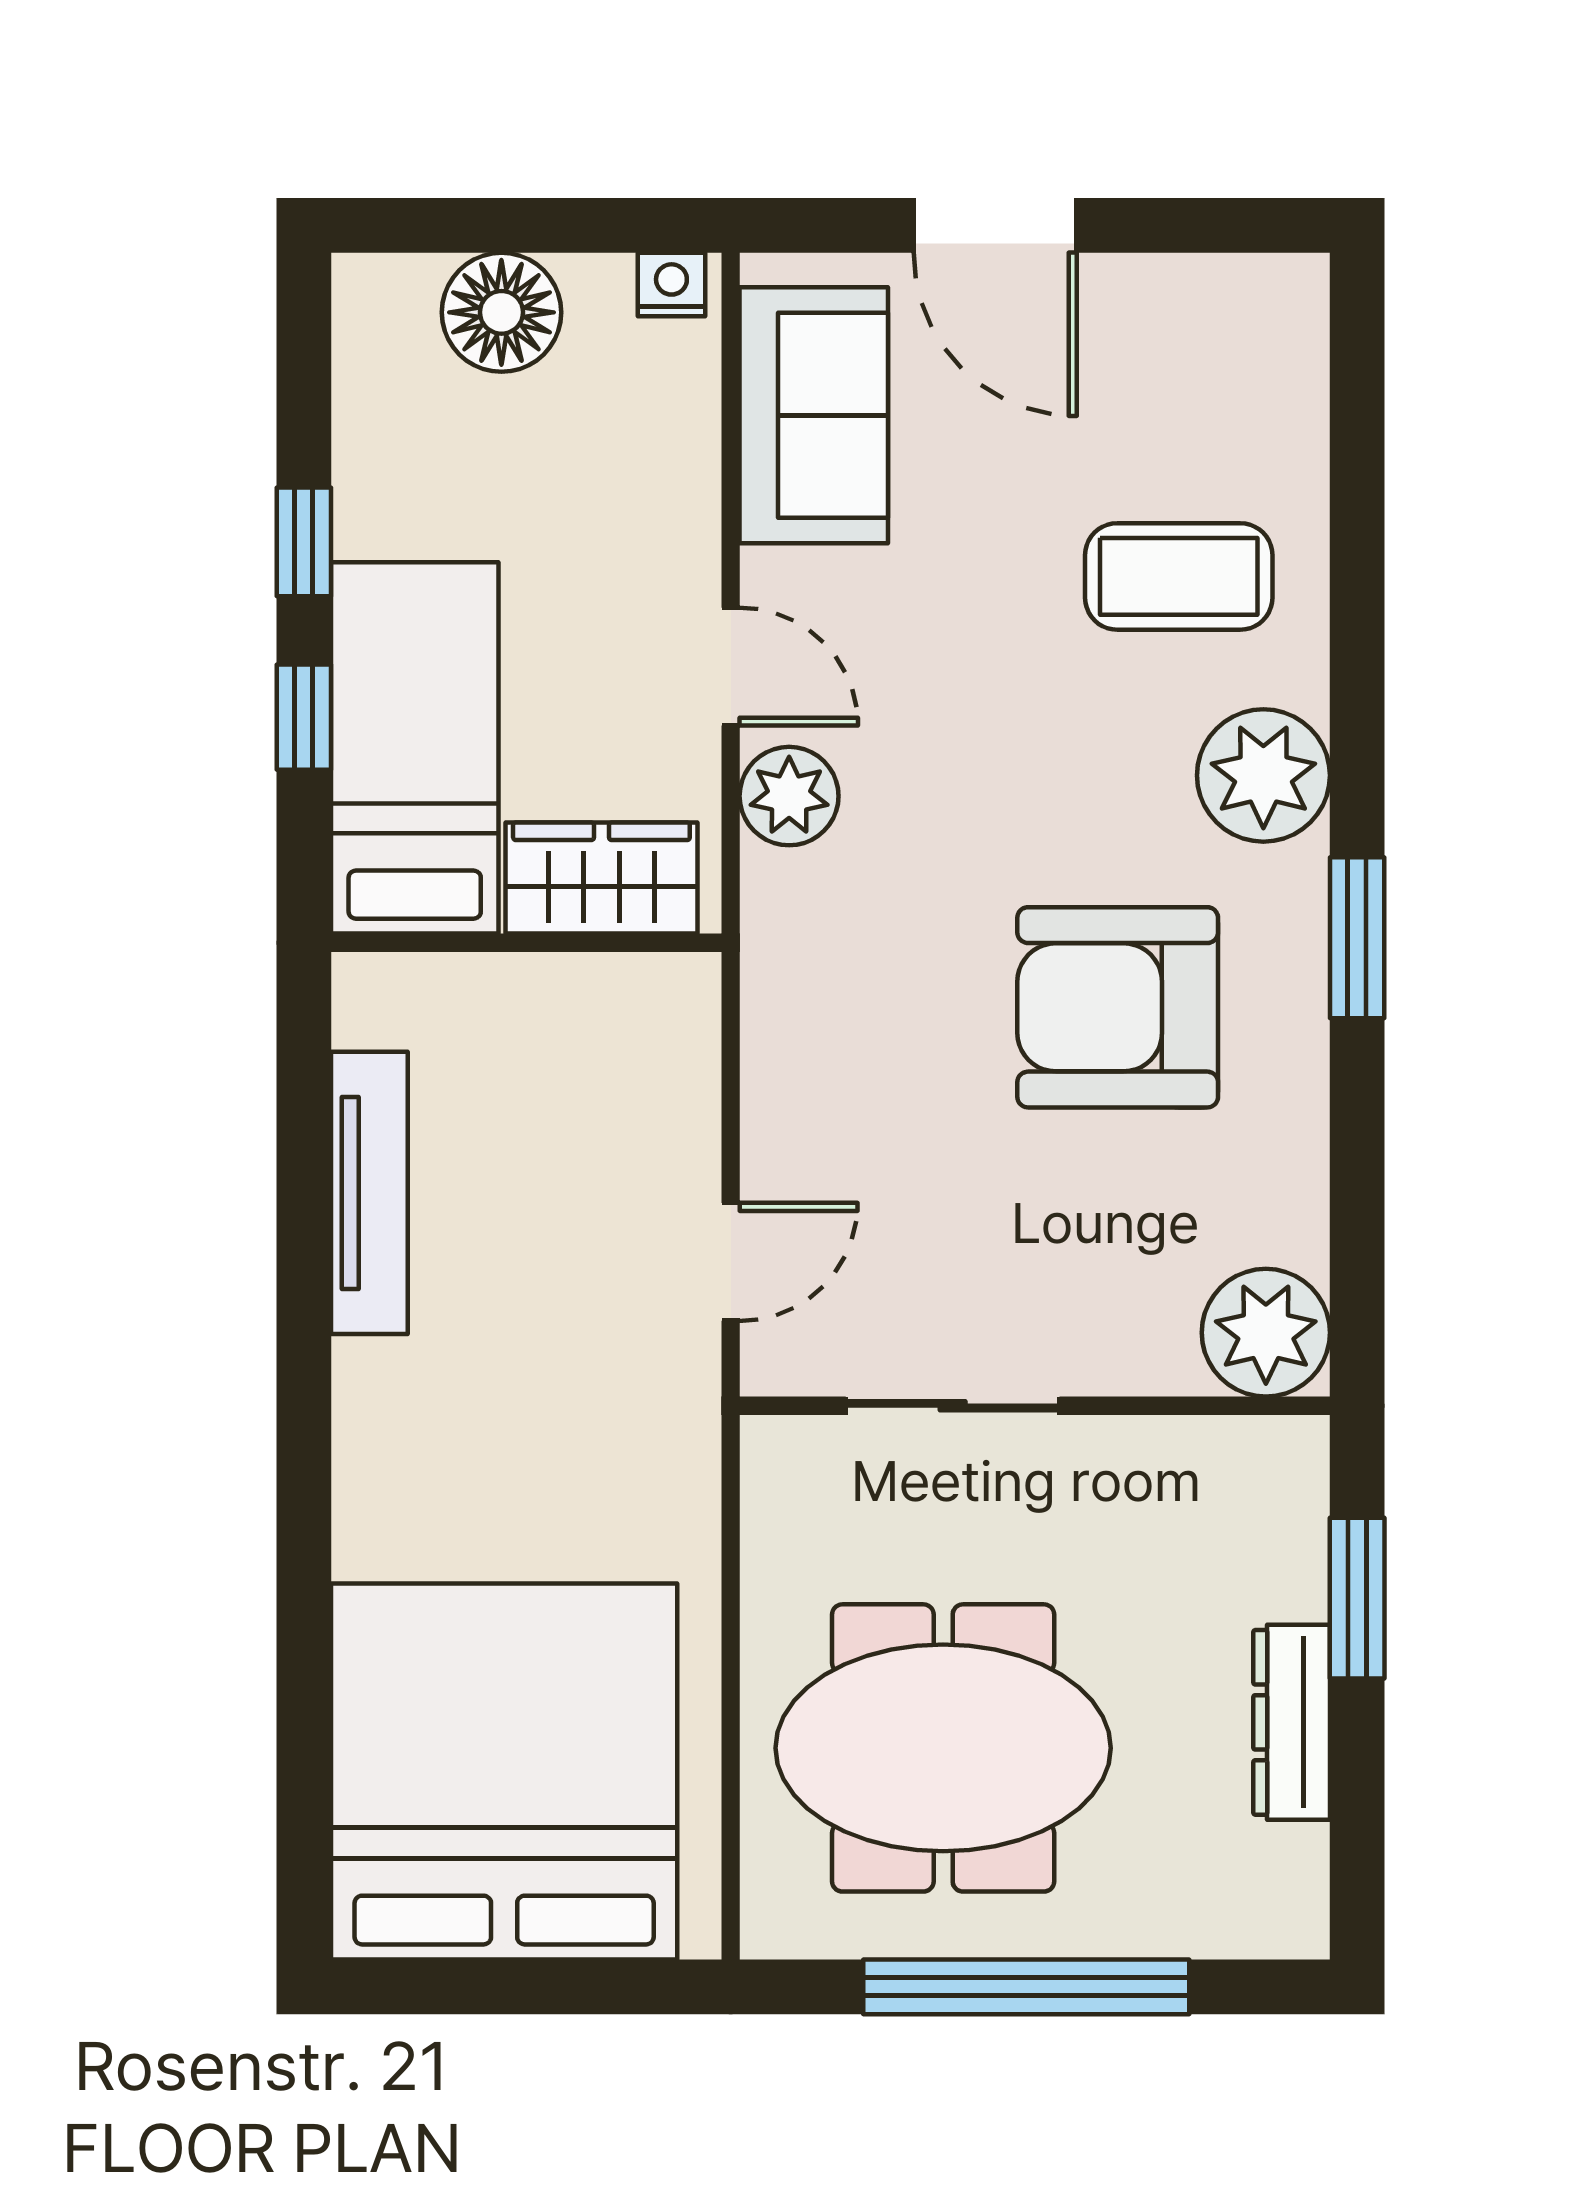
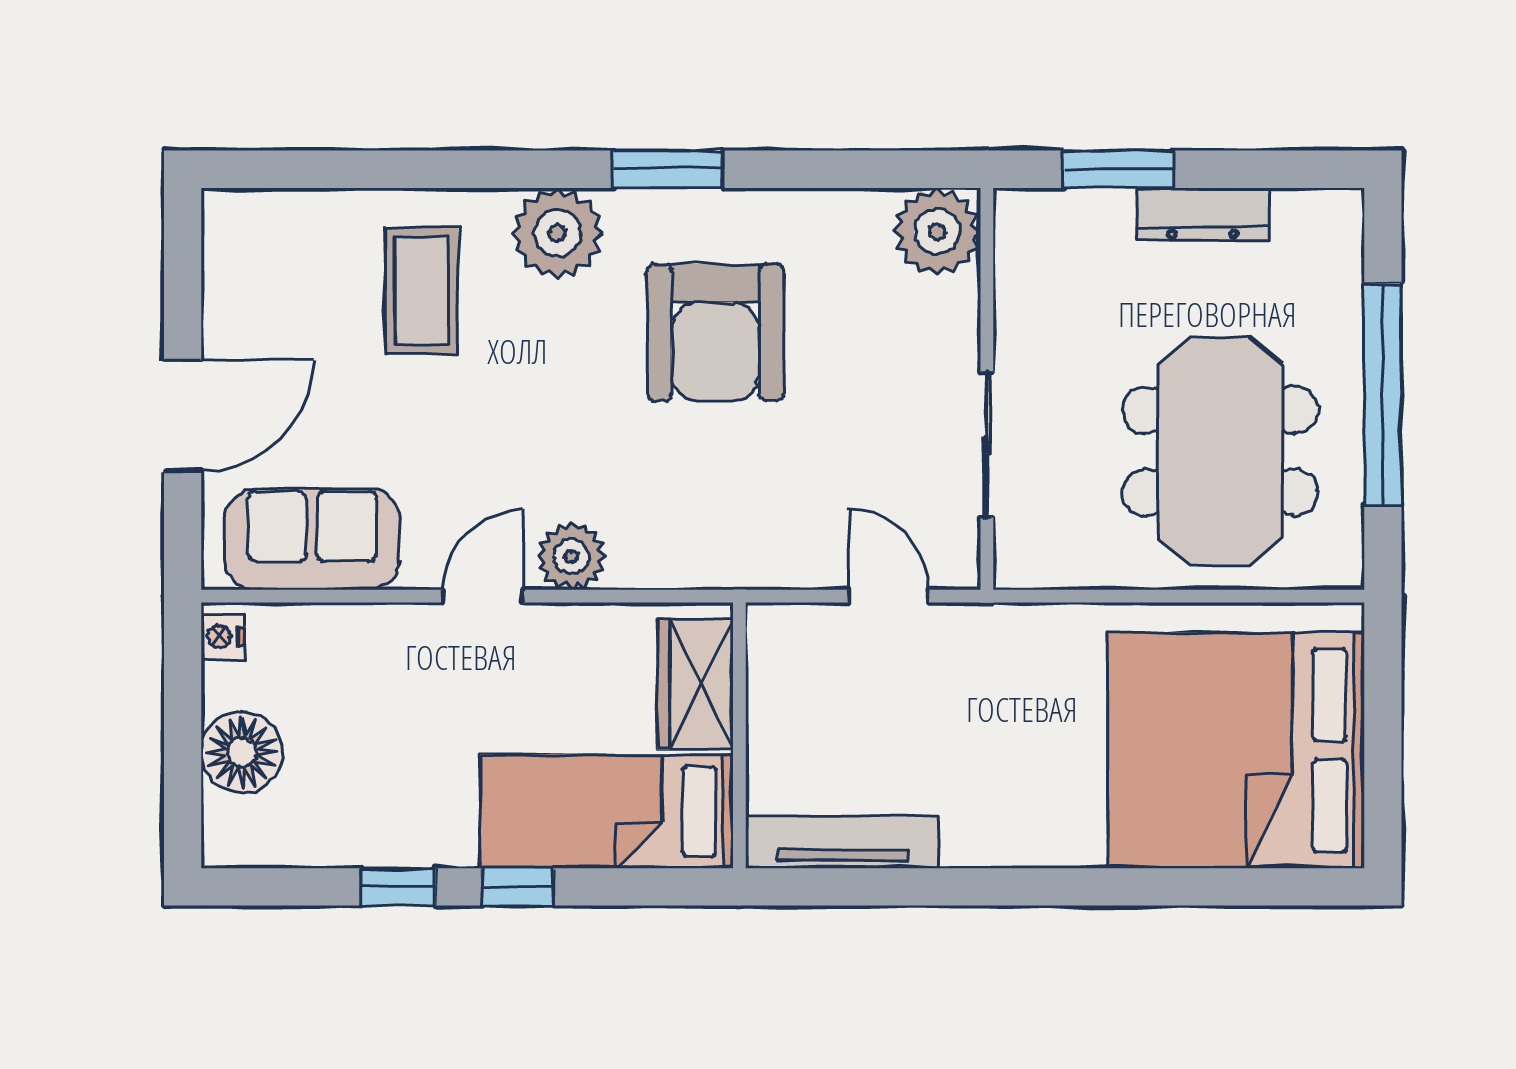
bed: (415, 748) -> (607, 811), moved
wardrobe: (601, 878) -> (695, 684), moved
wall: (526, 943) -> (739, 735), moved

